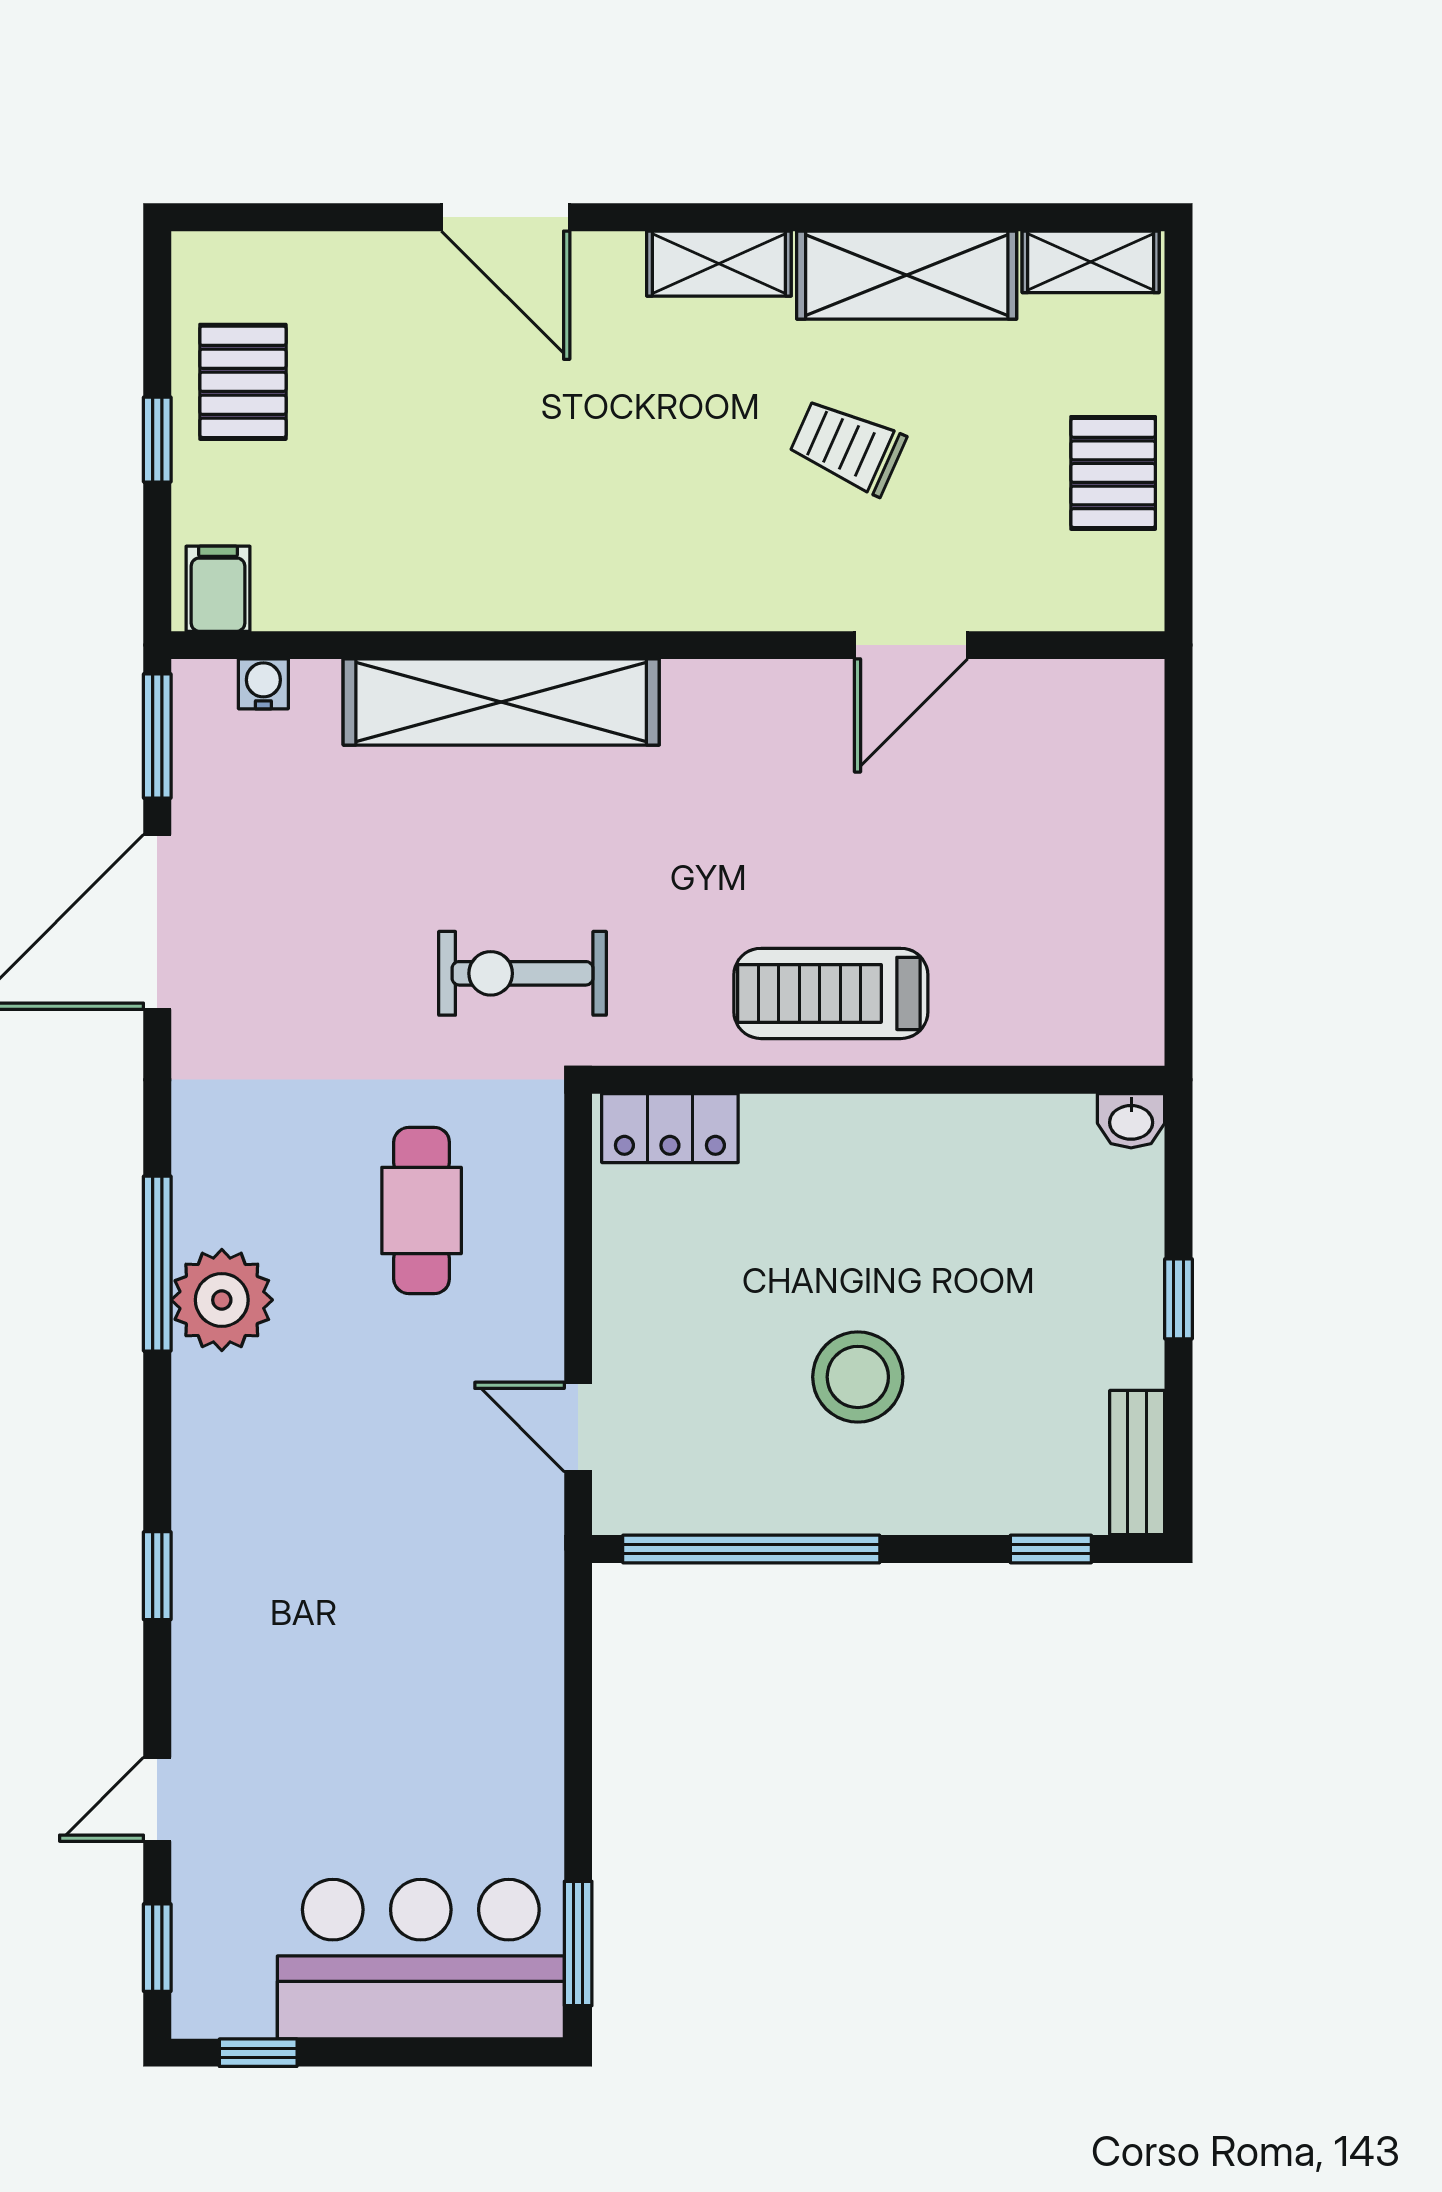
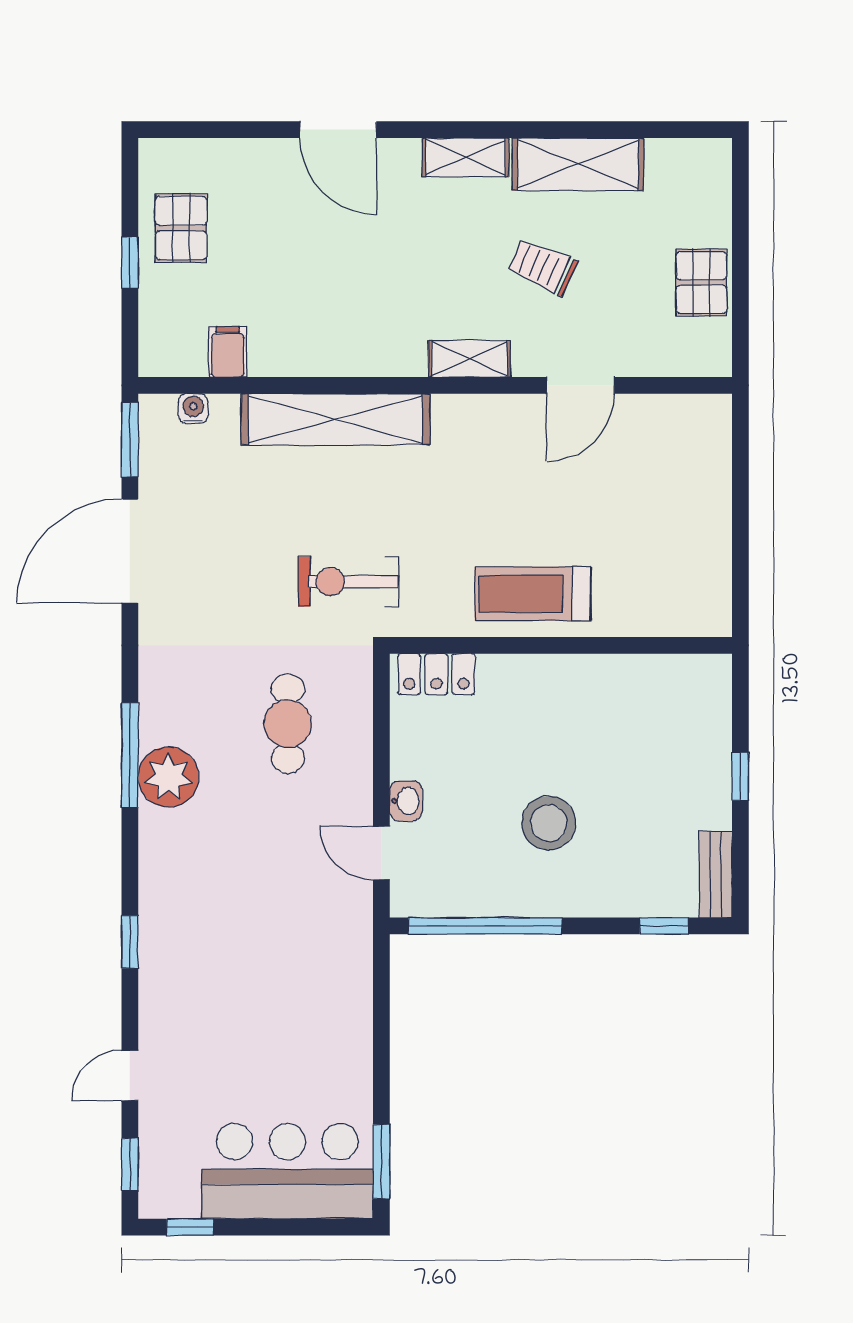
shelving: (1091, 262) -> (469, 359), moved
filing cabinet: (218, 589) -> (228, 352), moved
washbasin: (1131, 1121) -> (406, 801), moved, turned -90

